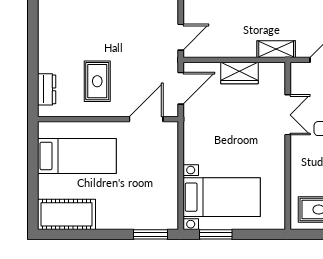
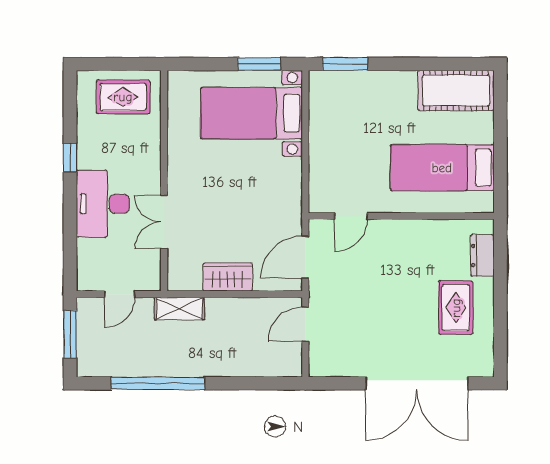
rug: (97, 81) -> (456, 308), moved
door: (146, 119) -> (351, 216), width x0.73

